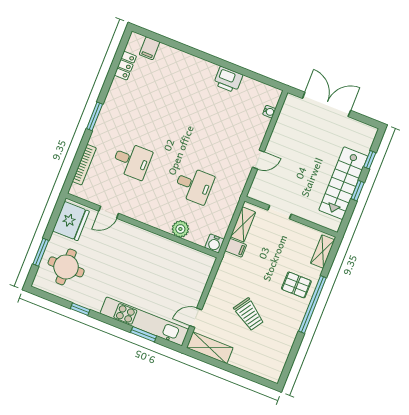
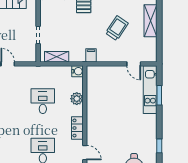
locker: (143, 215) -> (77, 128), added
filing cabinet: (236, 248) -> (91, 55), moved
kitchen unit: (144, 321) -> (150, 90), width x0.73
shelving: (210, 348) -> (151, 21), moved

